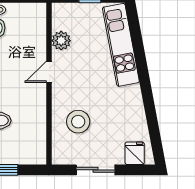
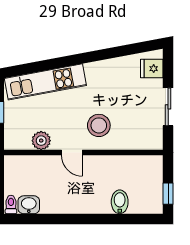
stool: (78, 122) -> (99, 125), moved

